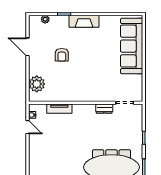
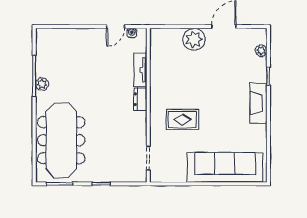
armchair: (62, 55) -> (213, 73), removed
rug: (96, 78) -> (182, 119), added
plant: (37, 84) -> (194, 39), moved
dresser: (104, 109) -> (140, 99), moved

